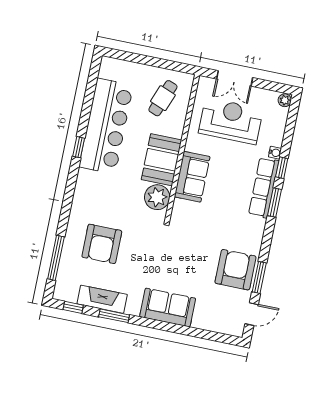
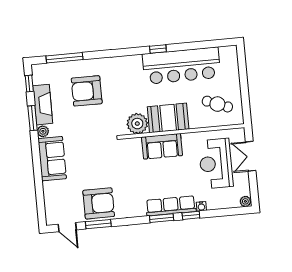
reception desk: (231, 121) -> (216, 164), turned 180
plant: (133, 308) -> (43, 131), added

